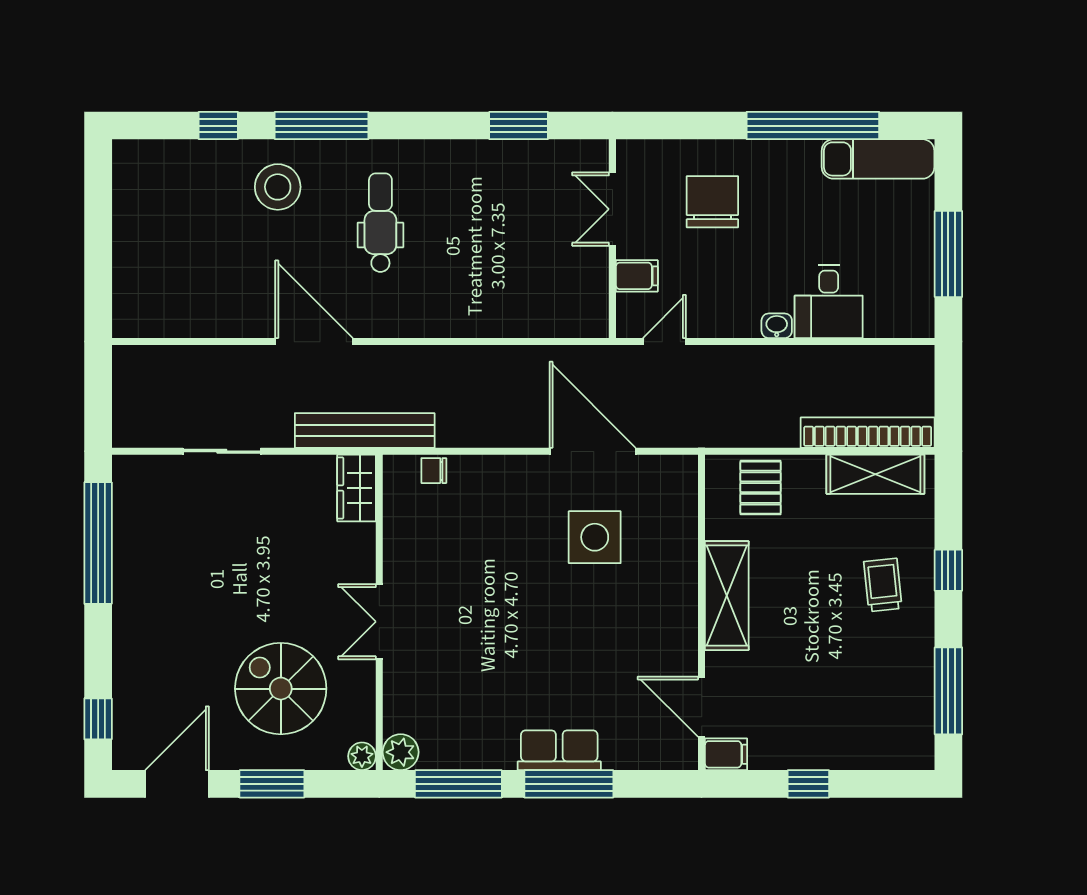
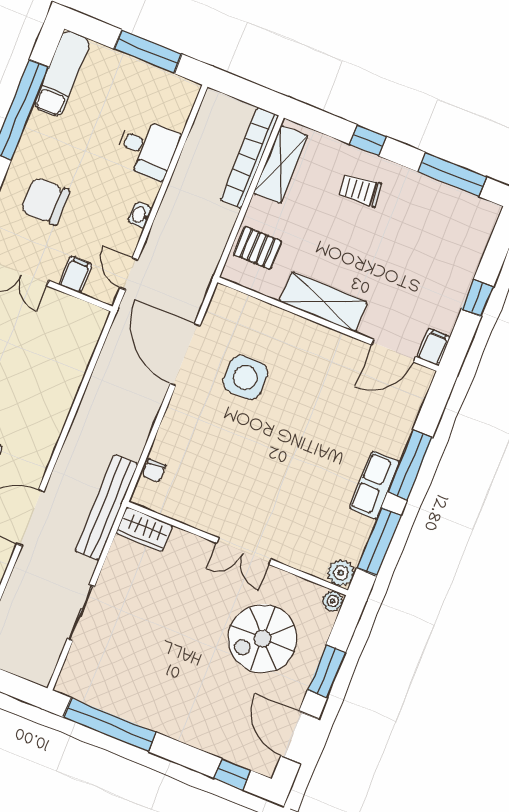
washbasin: (777, 326) -> (140, 215), moved
door: (593, 451) -> (185, 355), hinge flipped
row of seats: (559, 750) -> (375, 485), moved

